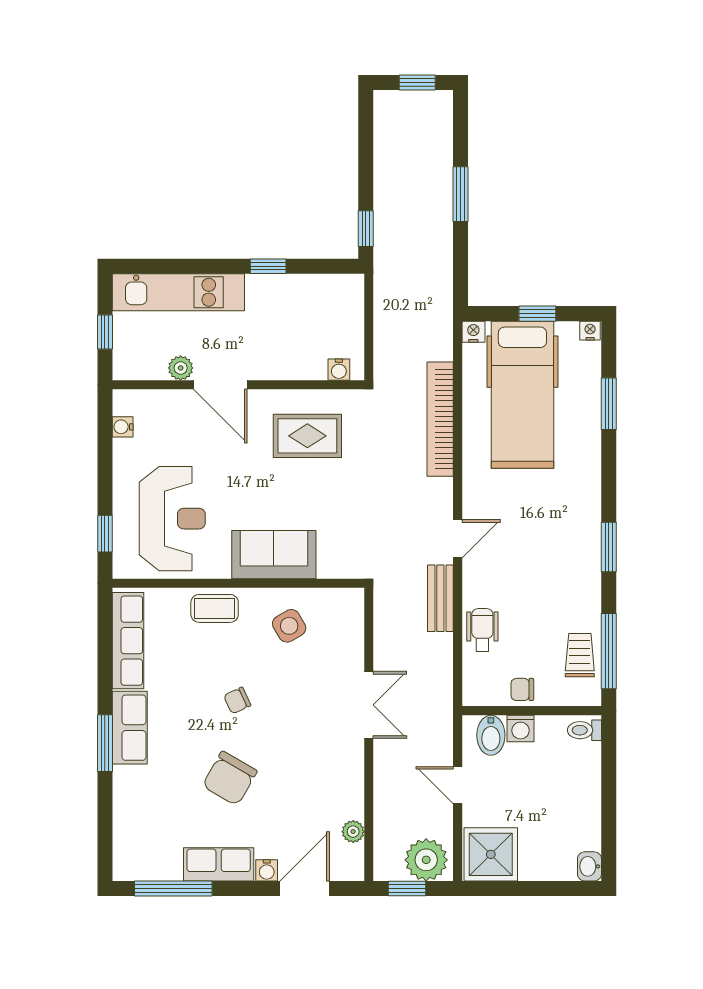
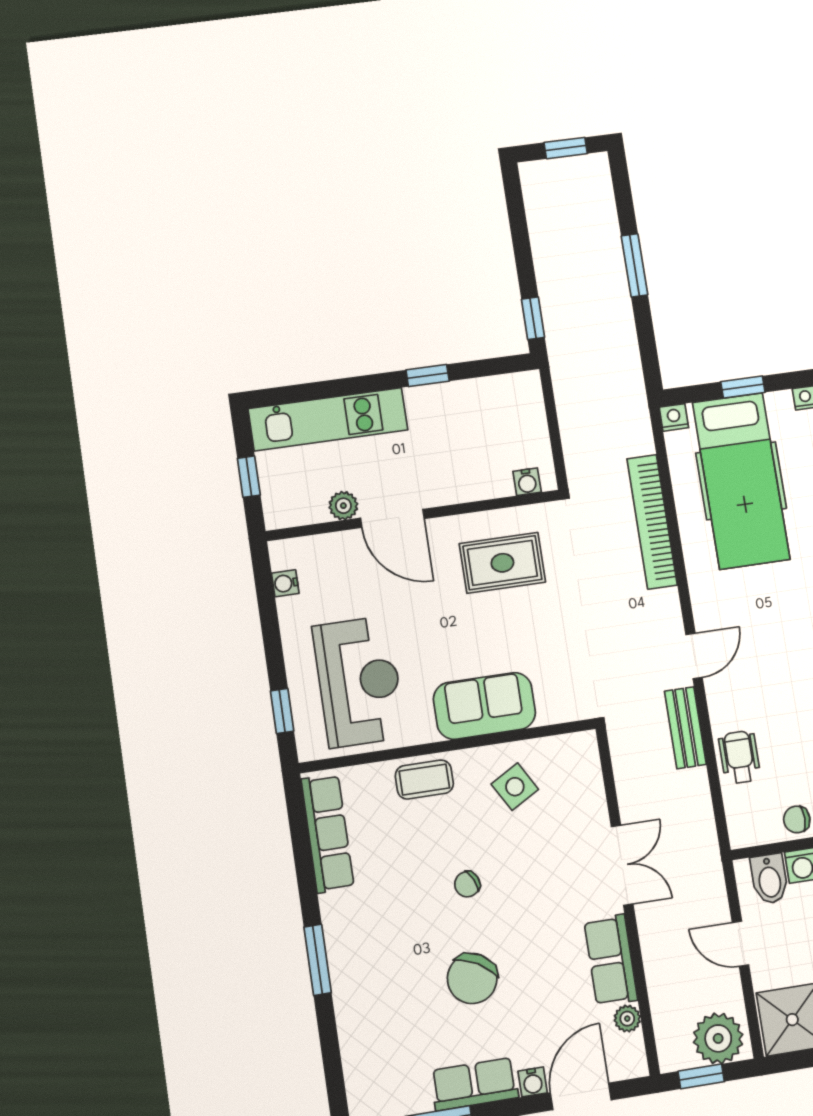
row of seats: (130, 728) -> (611, 960), moved, turned 180

